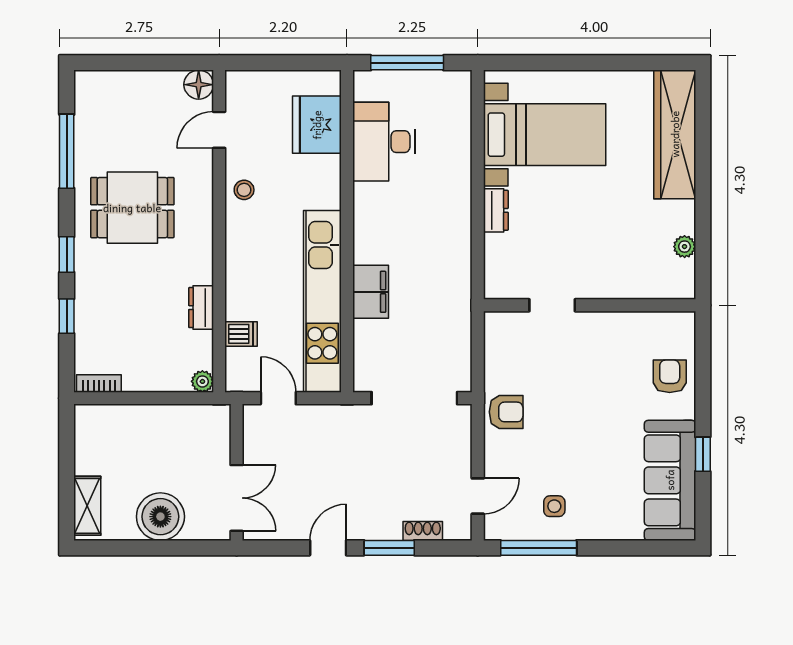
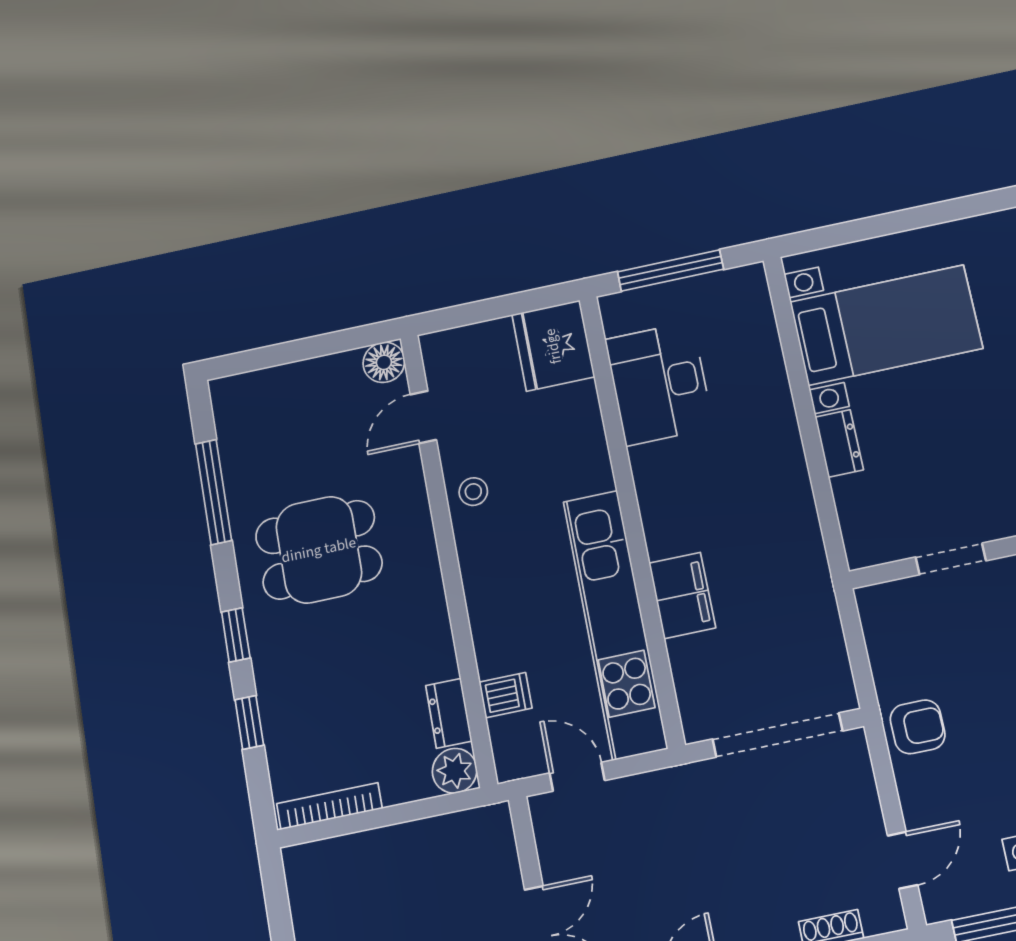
fridge: (317, 125) -> (553, 346), moved
dresser: (201, 308) -> (449, 713), moved
plant: (202, 381) -> (455, 771), width x1.38, depth x1.38
bookcase: (99, 383) -> (329, 806), width x1.56

